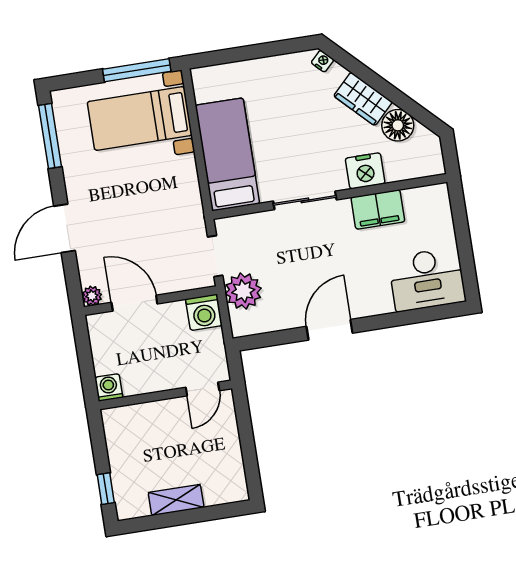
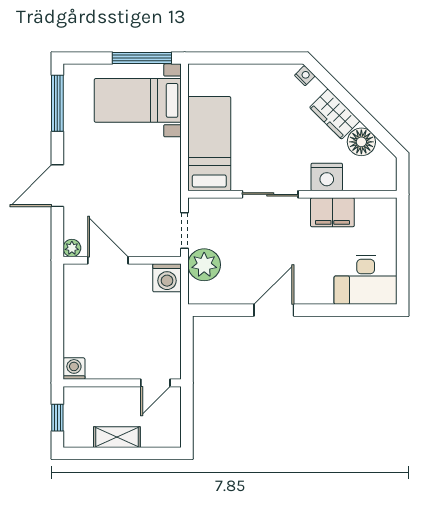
washing machine: (109, 387) -> (74, 369), moved
door: (203, 389) -> (155, 383), moved
wall: (165, 395) -> (122, 383), moved

